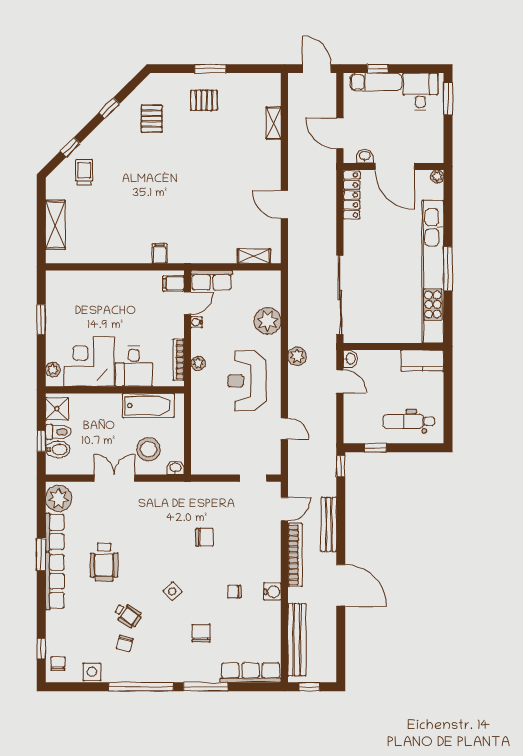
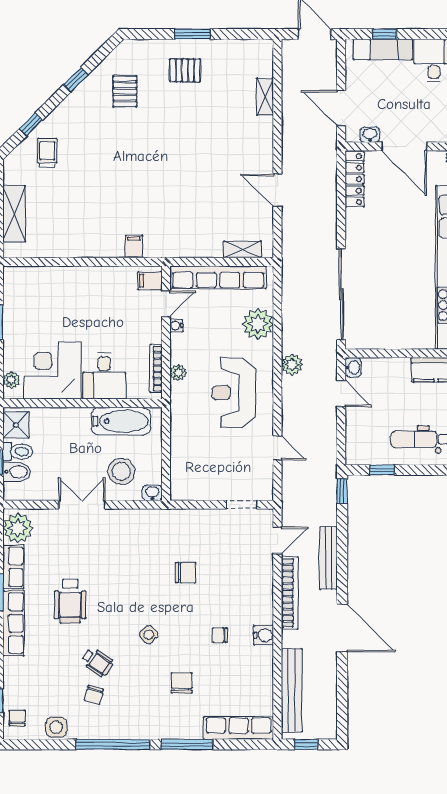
row of seats: (212, 280) -> (218, 277), width x2.02

